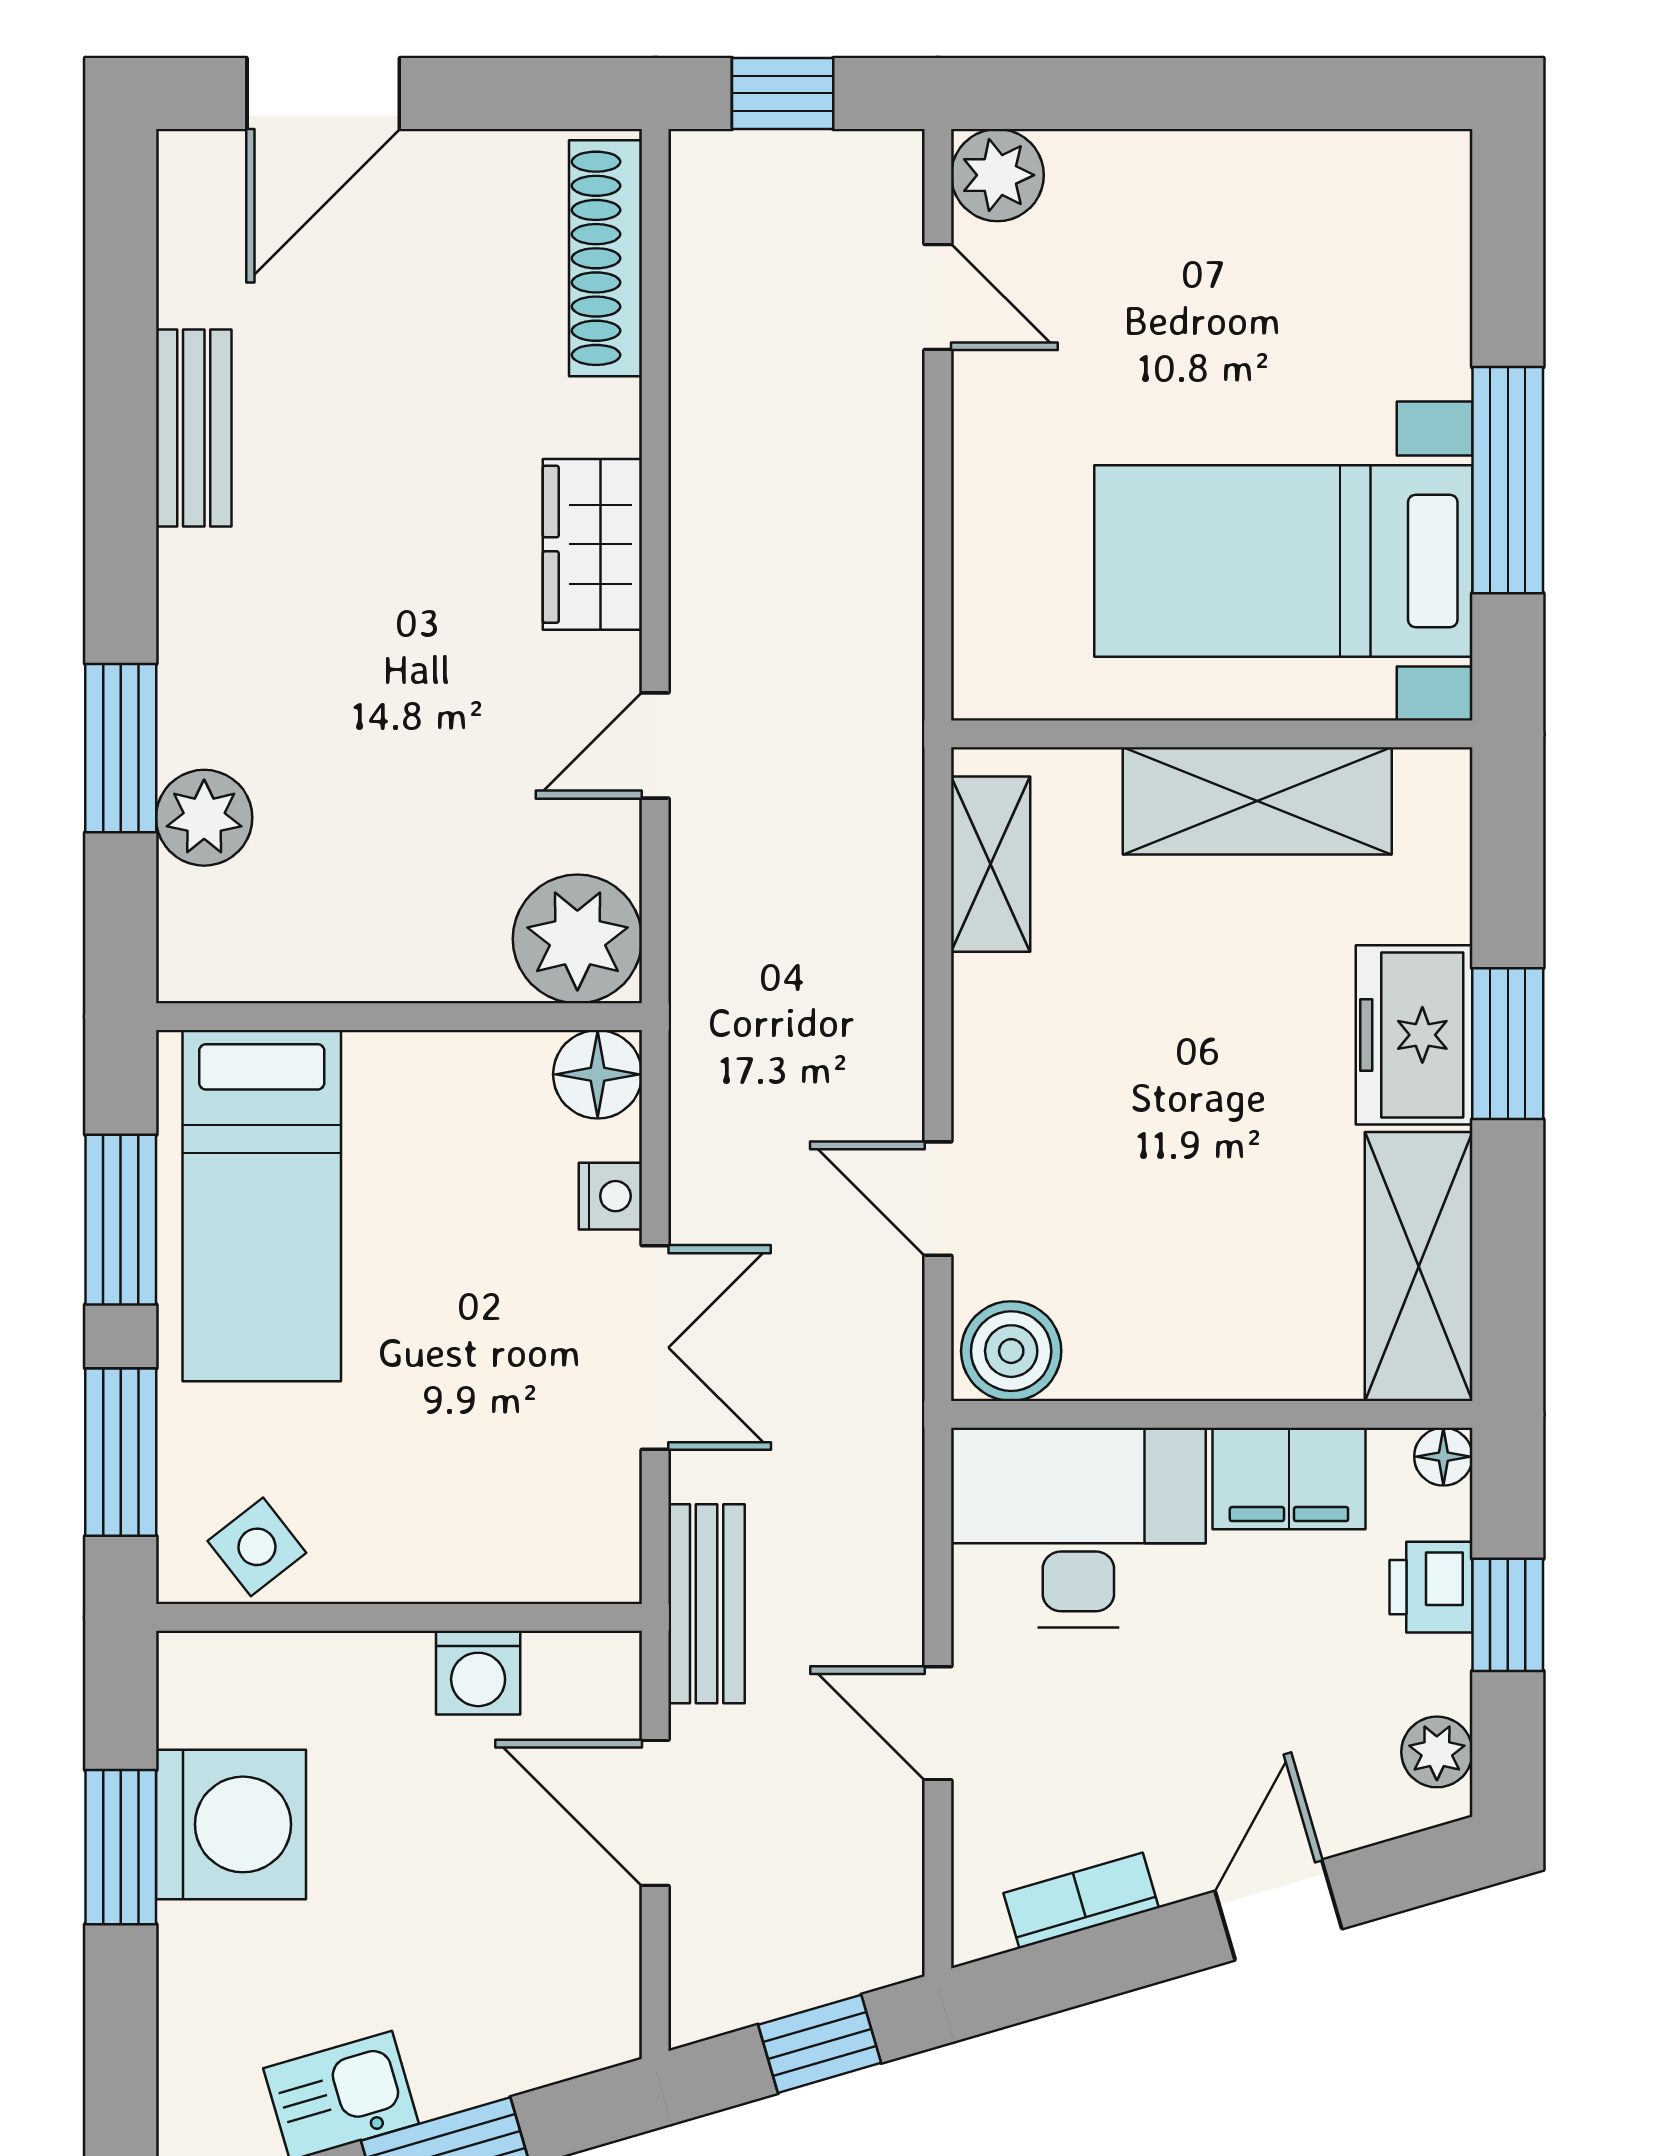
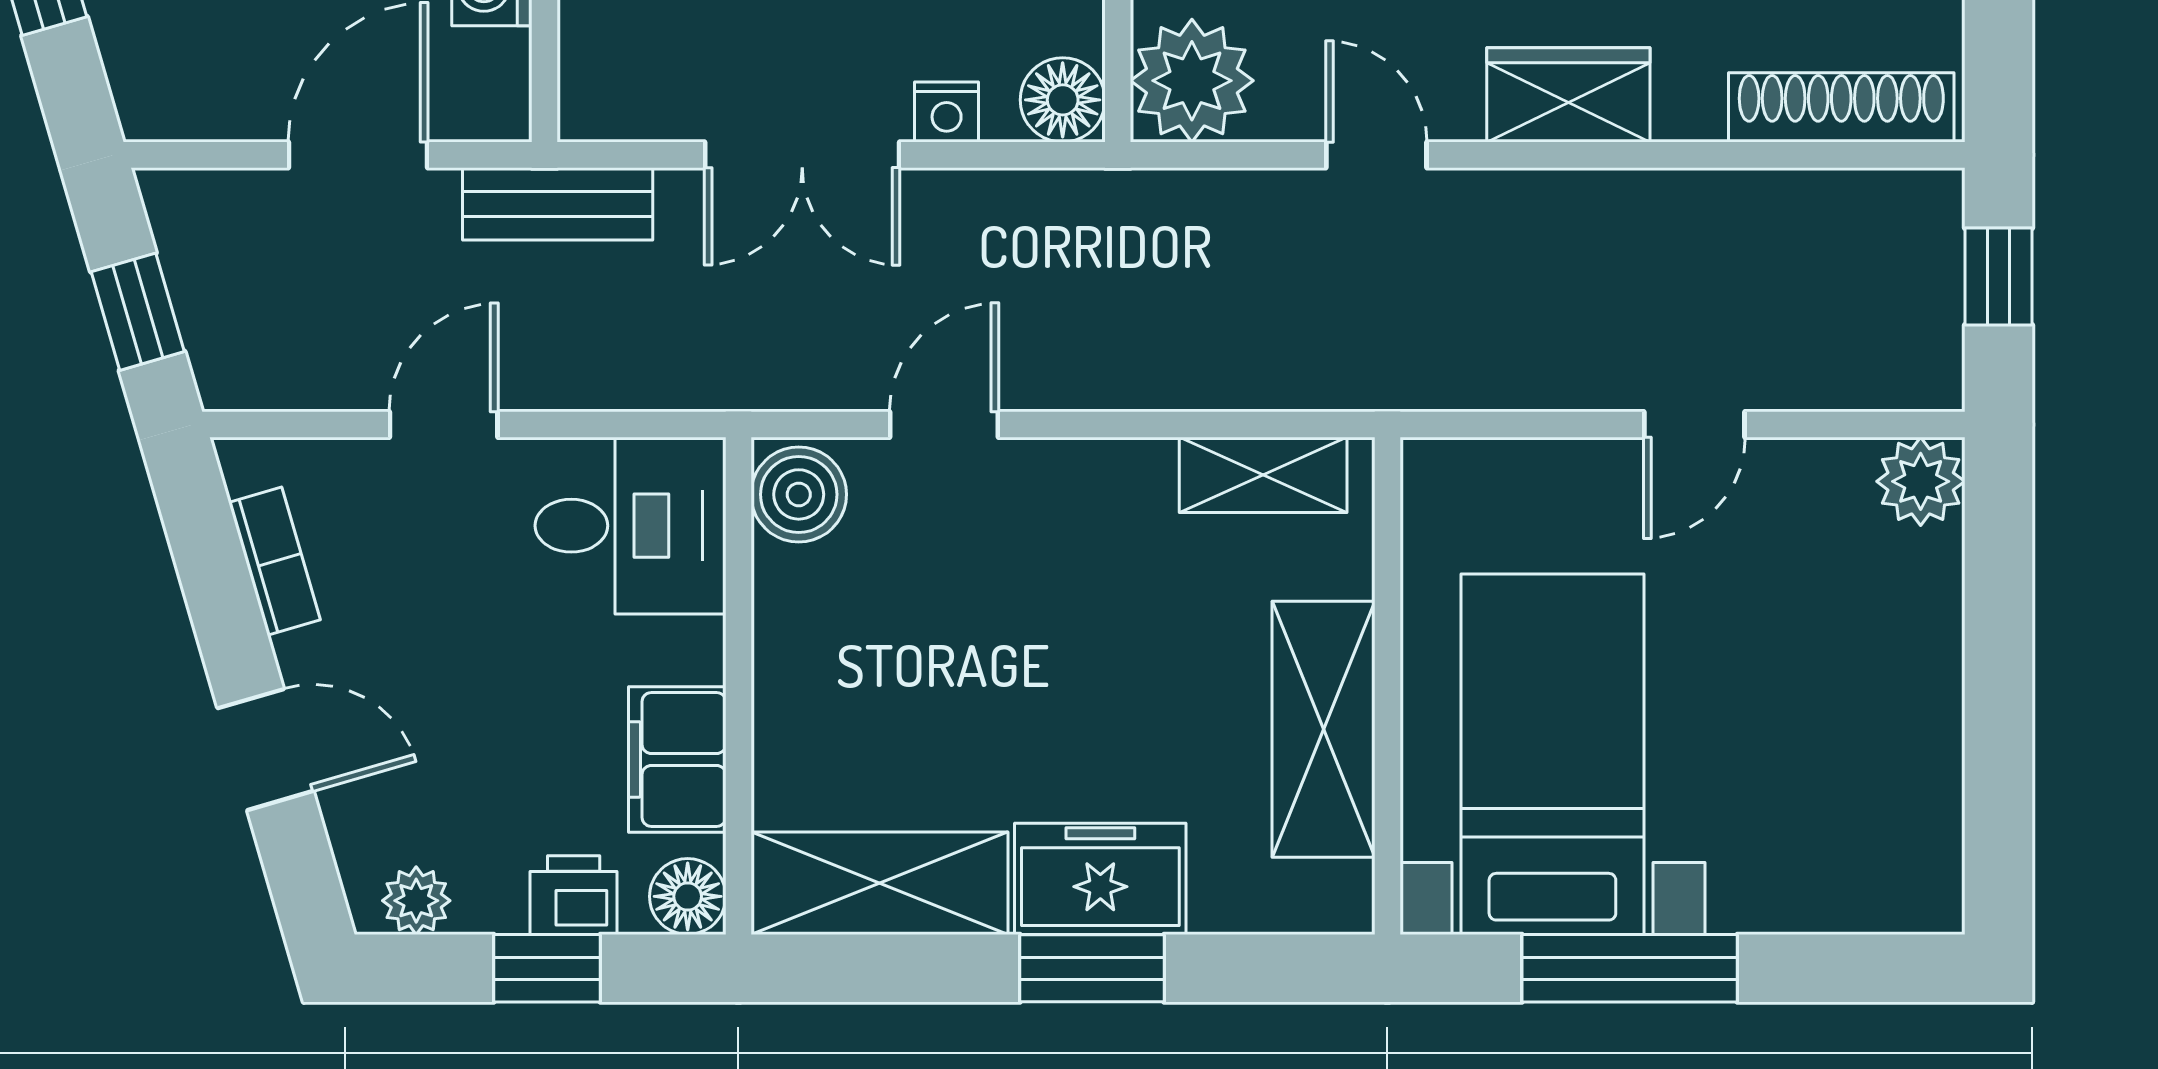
door: (938, 297) -> (1694, 425), moved
floor lamp: (1443, 1457) -> (688, 896), width x1.37, depth x1.37
desk: (1078, 1527) -> (630, 526), width x0.73

